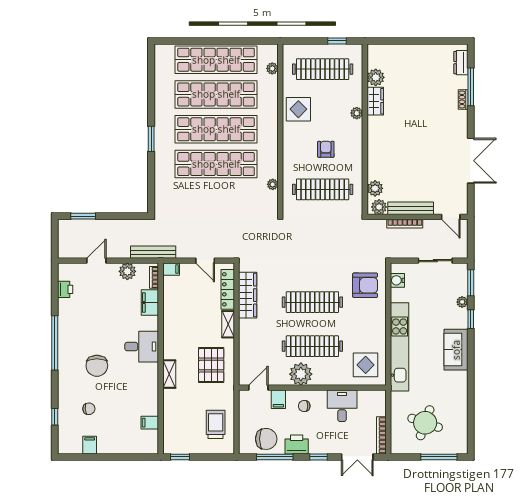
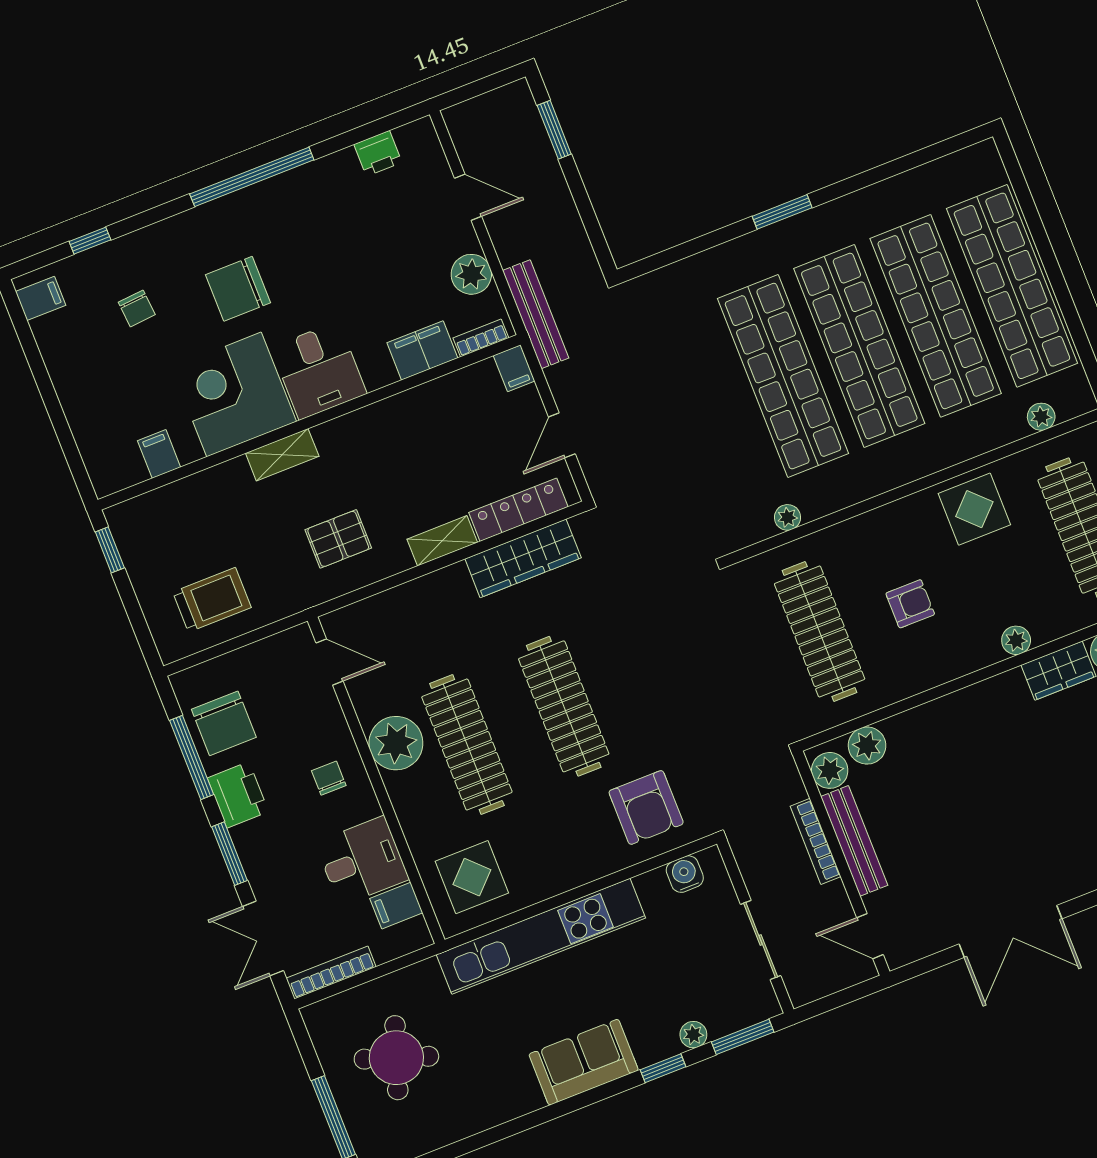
door: (451, 217) -> (870, 936), hinge flipped
pallet: (211, 365) -> (338, 539), width x0.67, depth x0.71
corner desk: (138, 384) -> (234, 394), added
filing cabinet: (278, 399) -> (396, 906), moved
filing cabinet: (90, 445) -> (41, 298), moved
window: (319, 457) -> (229, 854), width x1.50

